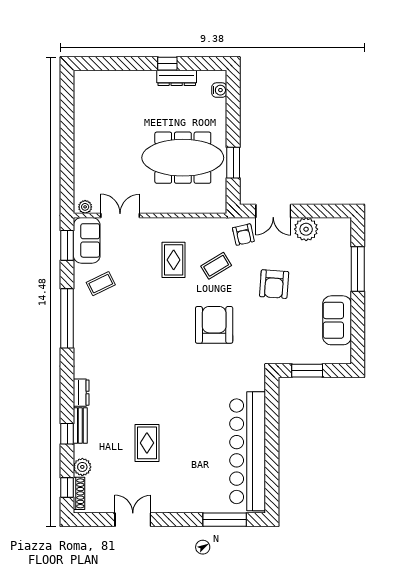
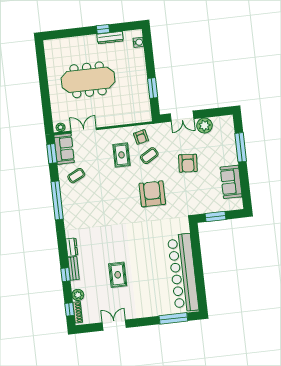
meeting table: (183, 158) -> (88, 80), moved
armchair: (243, 235) -> (141, 137), moved

